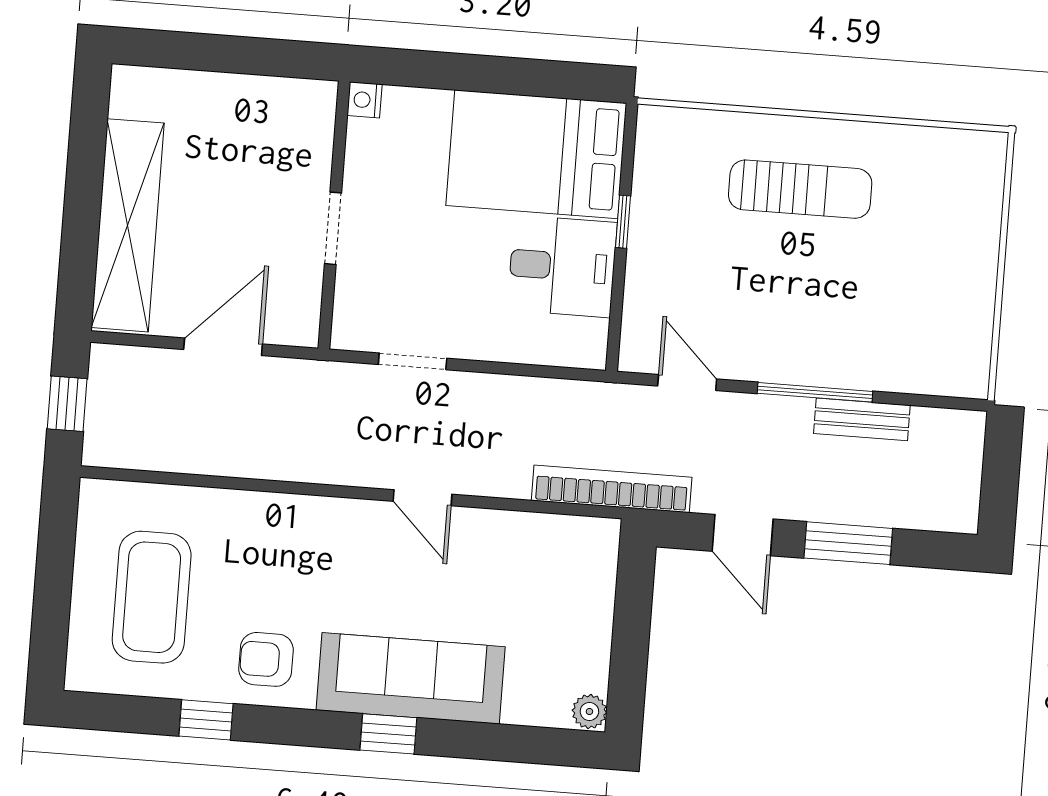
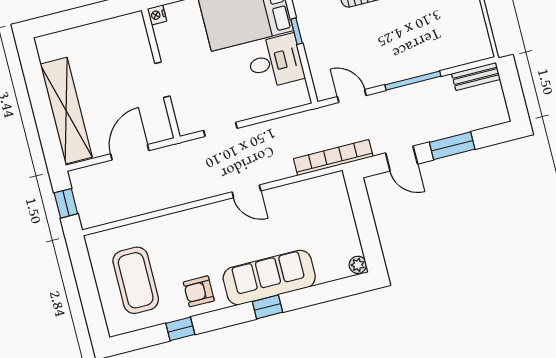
bench: (862, 419) -> (476, 76), moved

